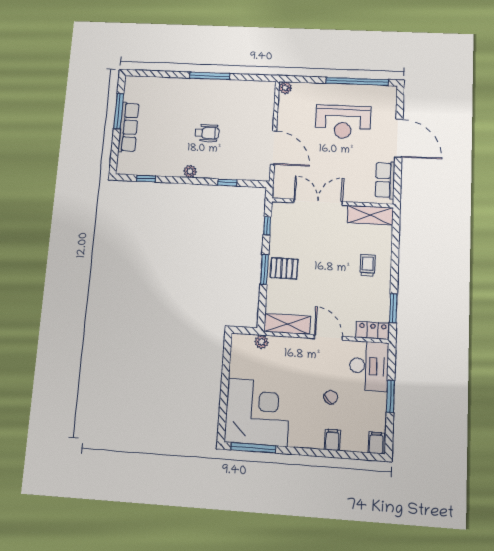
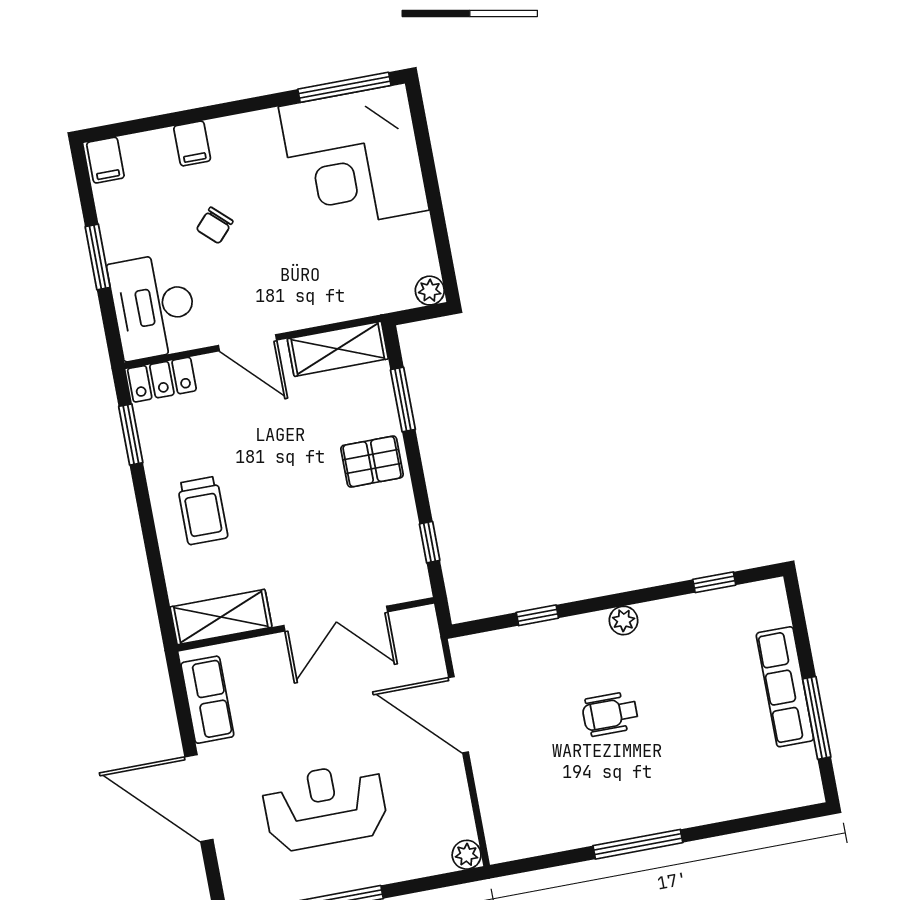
trolley: (368, 265) -> (203, 511), width x1.36, depth x1.39
window: (264, 269) -> (403, 400), moved
plant: (262, 342) -> (430, 291), moved

